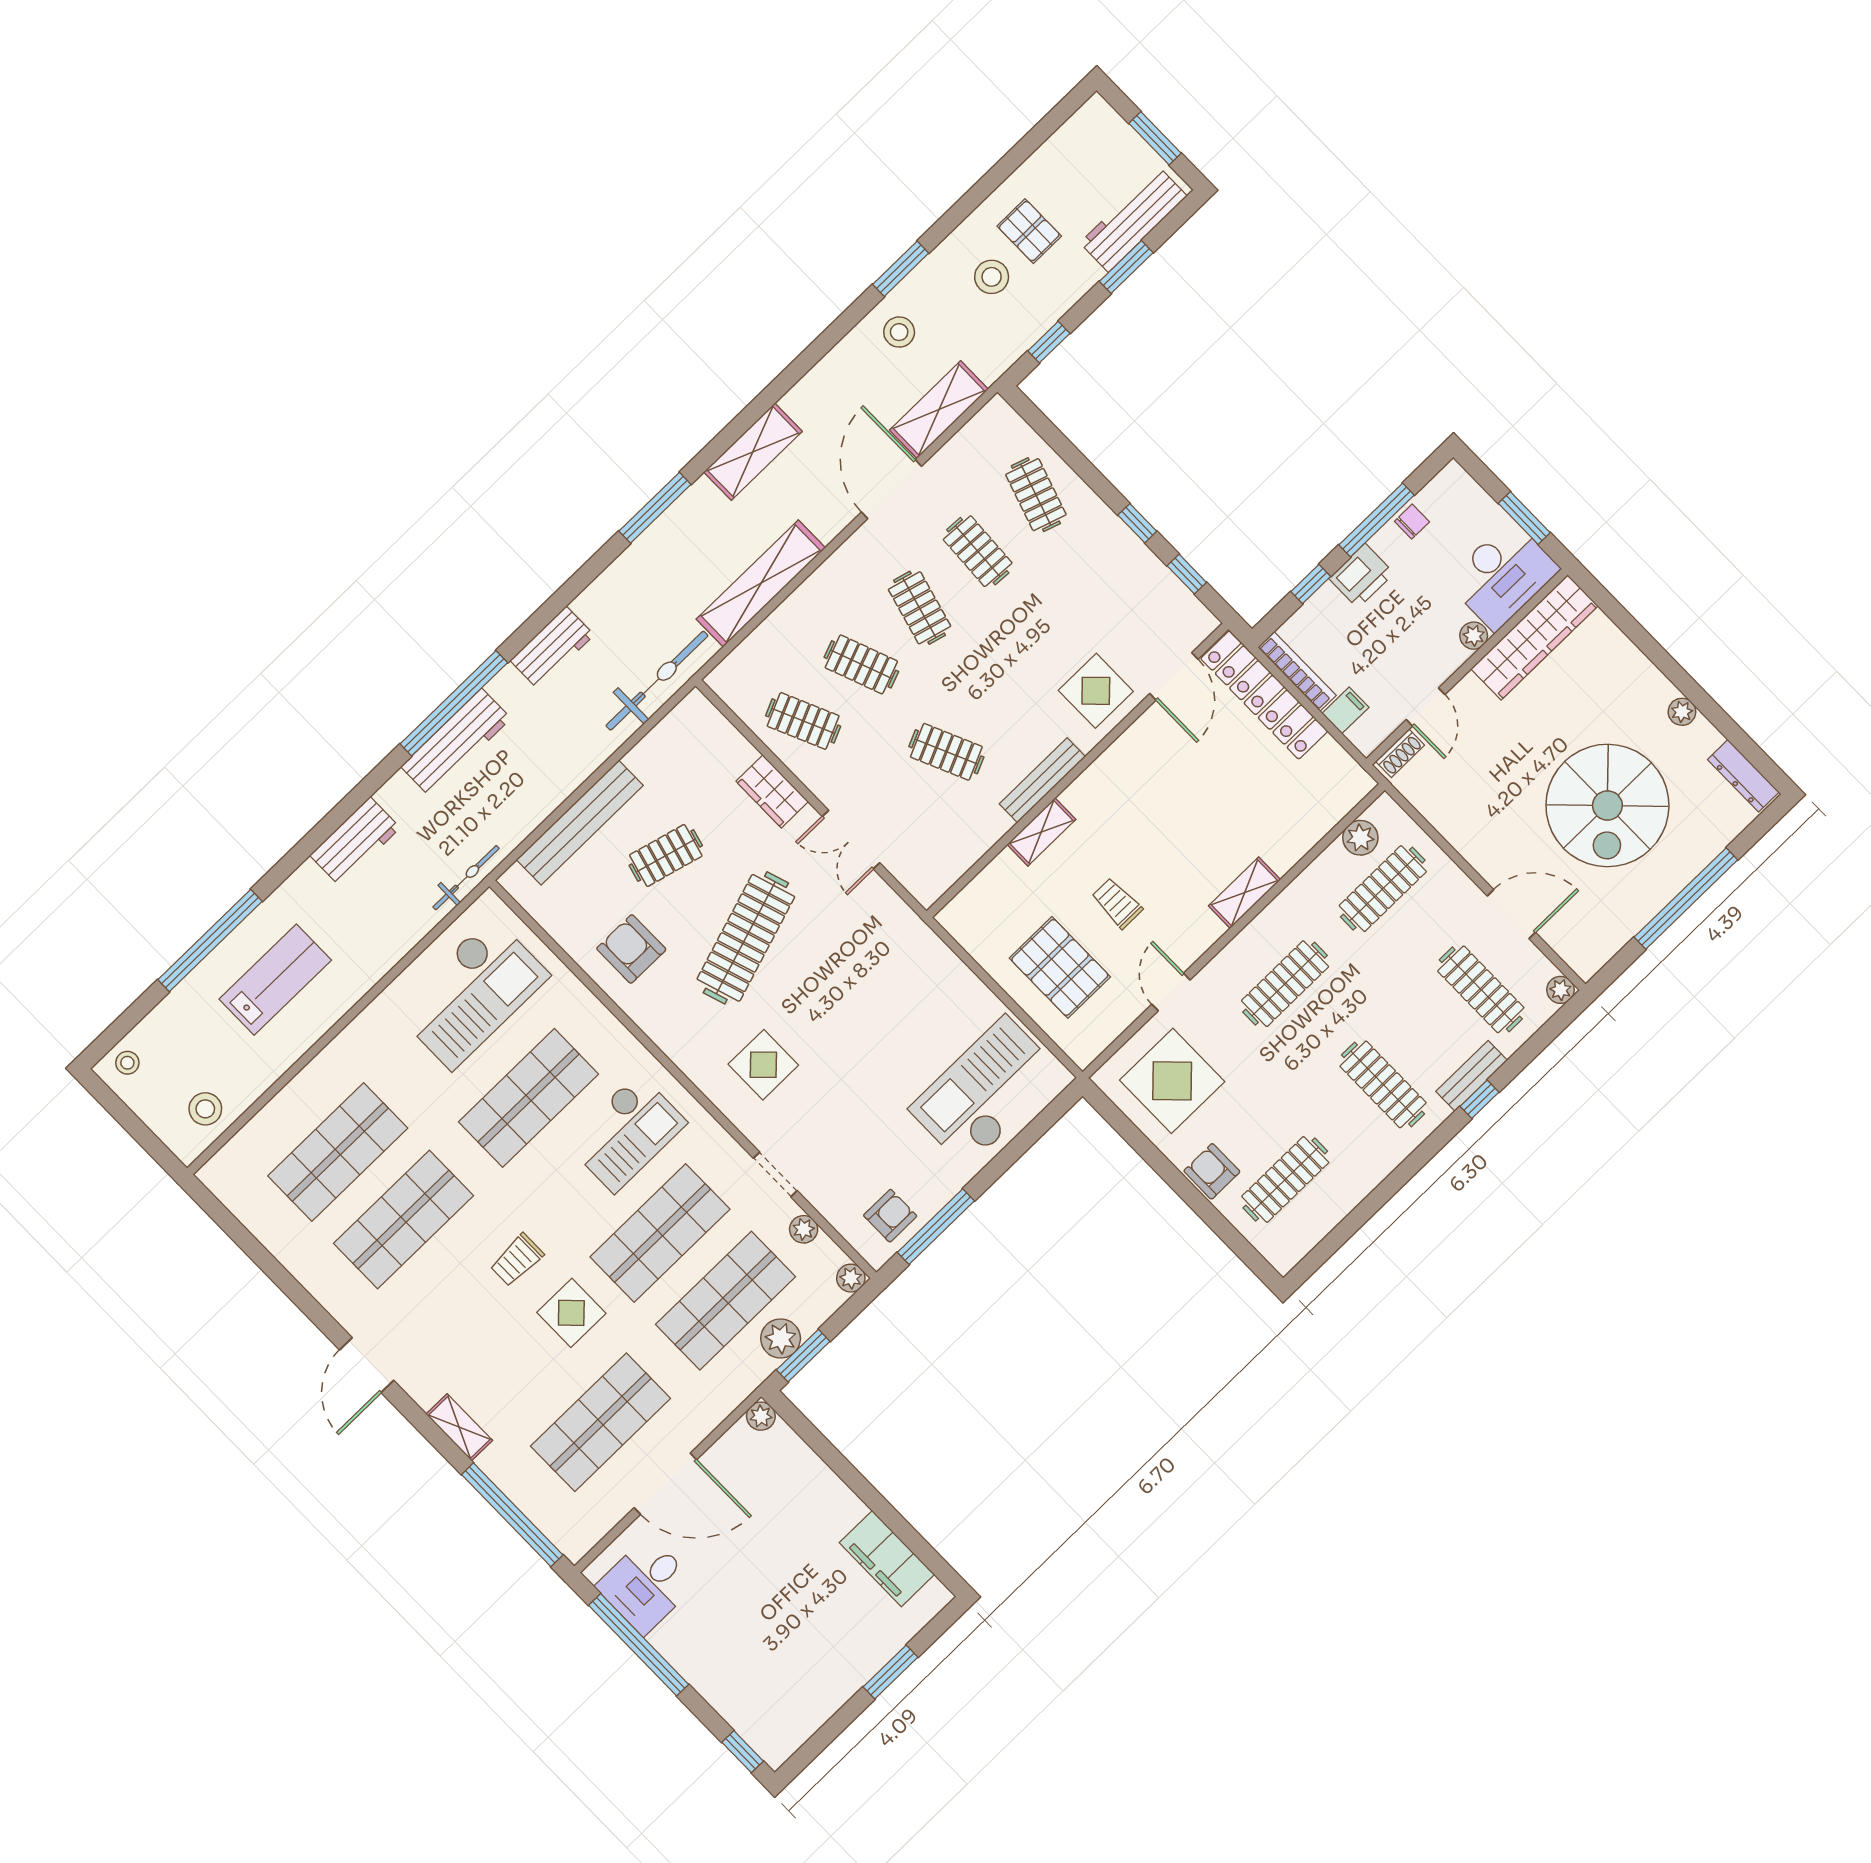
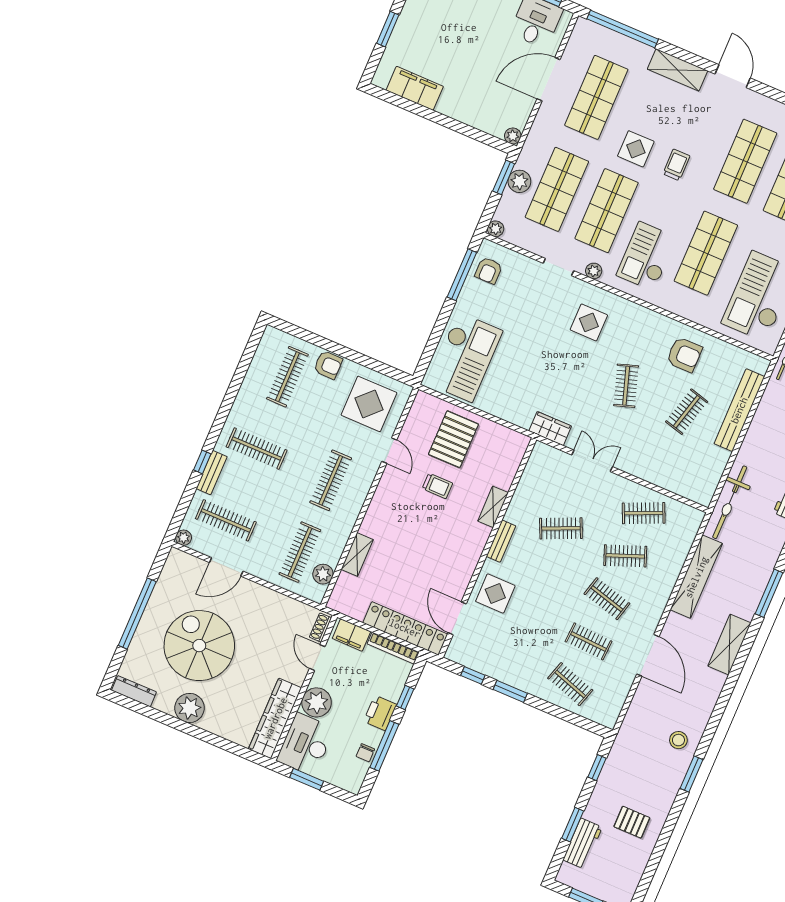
workbench: (1133, 219) -> (583, 843), width x0.73
stool: (992, 277) -> (642, 790), removed
shelving: (939, 410) -> (640, 708), removed
window: (1137, 523) -> (510, 691), width x1.50
plant: (1474, 636) -> (317, 702), width x1.88, depth x1.88
filing cabinet: (1345, 710) -> (351, 635), width x2.00
plant: (1682, 712) -> (190, 708), width x1.87, depth x1.87
bench: (1042, 780) -> (501, 541), width x0.73
wardrobe: (772, 791) -> (550, 429), moved
shelving: (1244, 893) -> (357, 554), moved
clothes rail: (746, 938) -> (626, 386), width x0.54, depth x0.76
pallet: (1060, 967) -> (453, 439), turned 90
plant: (804, 1229) -> (594, 271), moved
shelving: (459, 1427) -> (677, 70), width x1.50, depth x1.33

